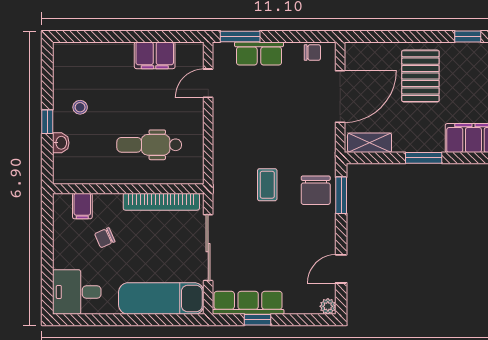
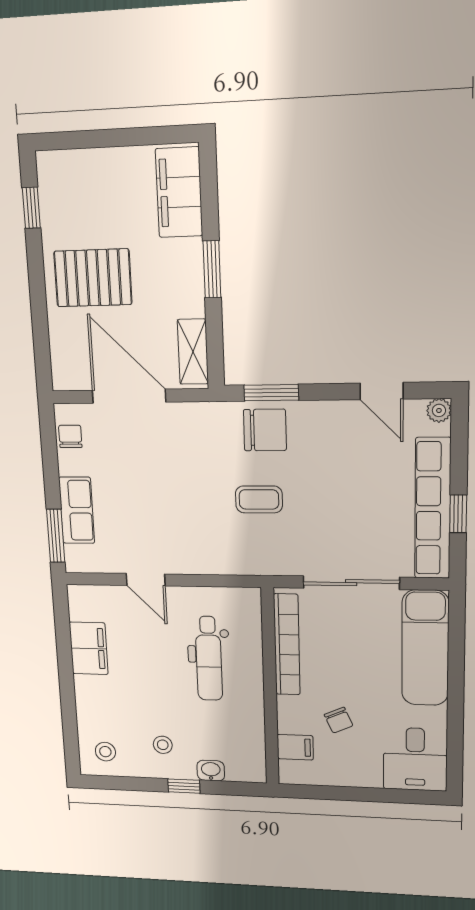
stool: (73, 63) -> (105, 752), added
door: (208, 83) -> (146, 580), moved
row of seats: (248, 303) -> (433, 509), width x1.36

